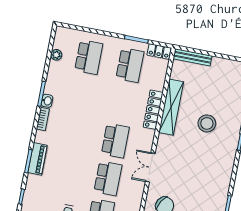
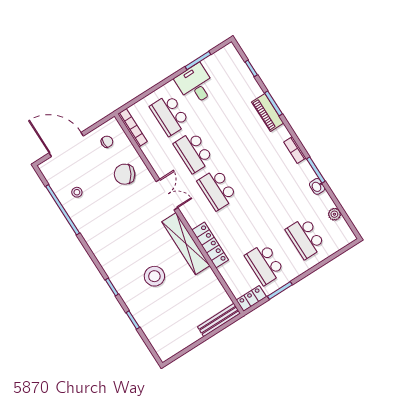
washbasin: (47, 101) -> (317, 186), moved
shelving: (171, 107) -> (186, 244), moved

